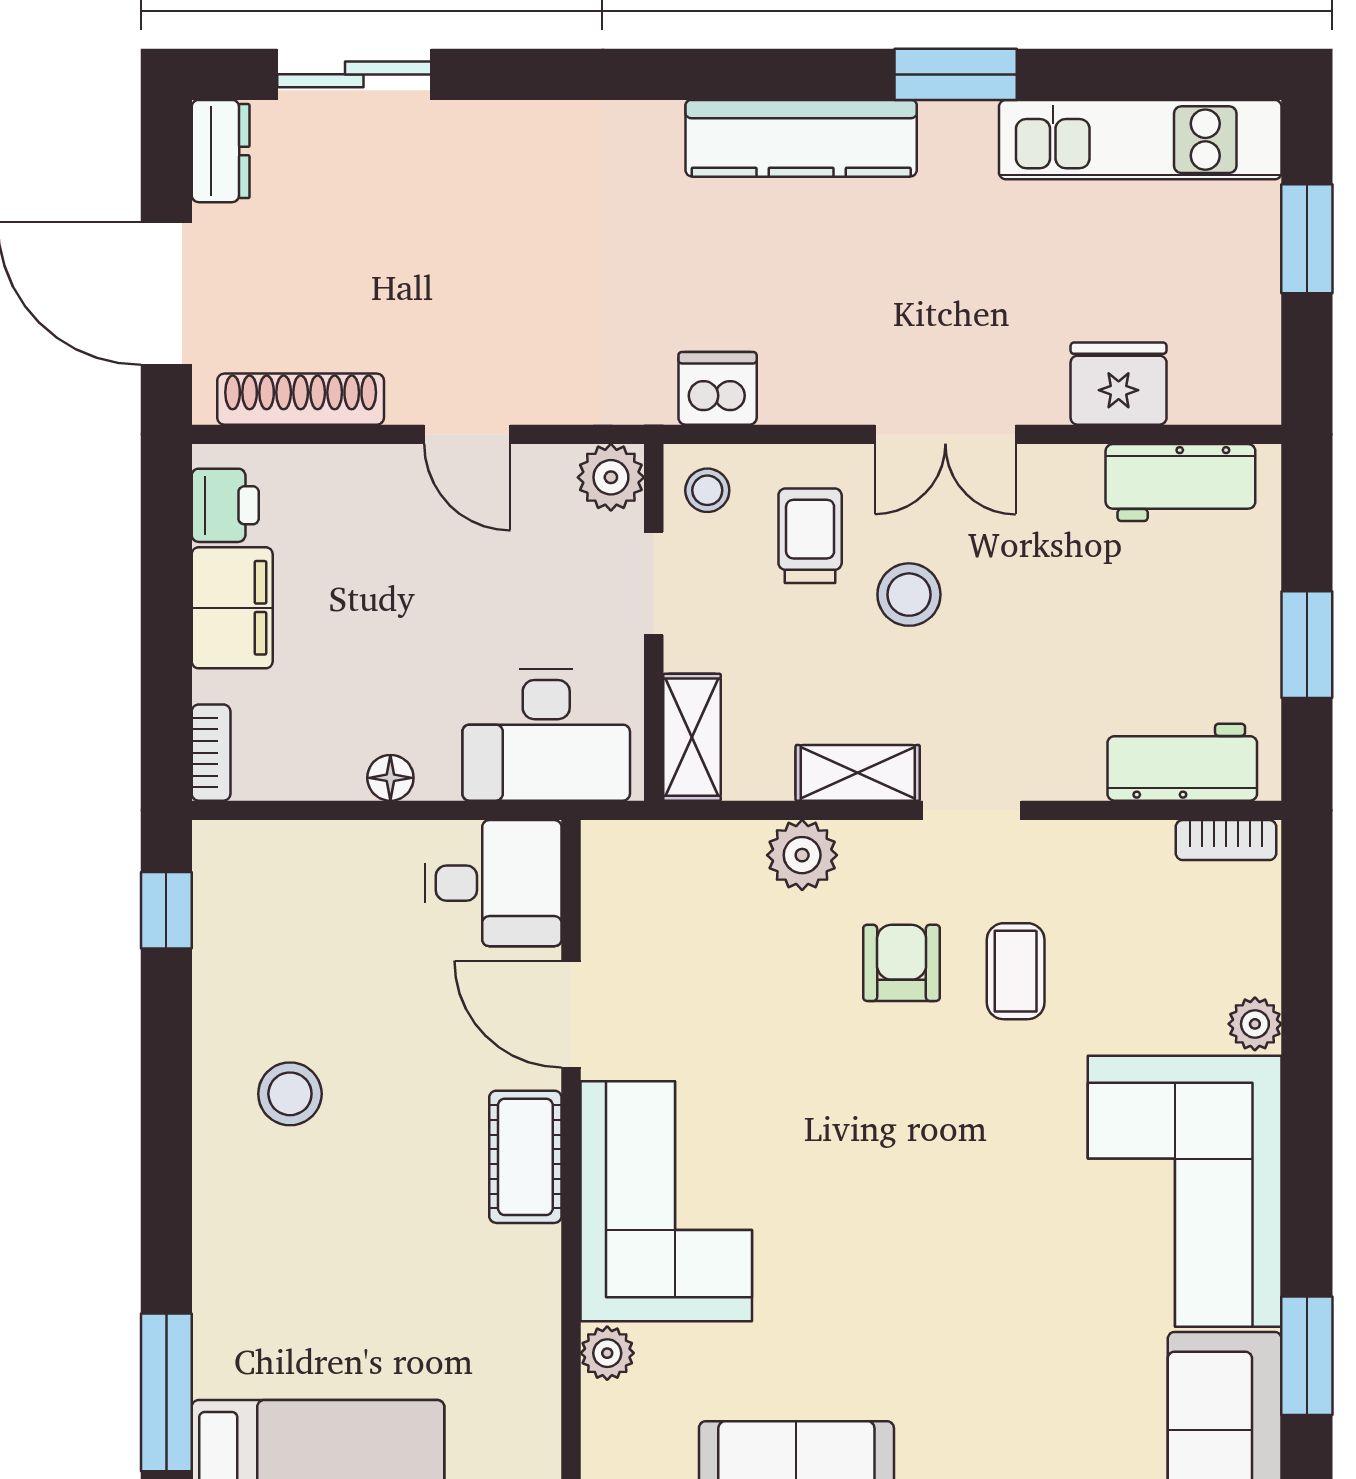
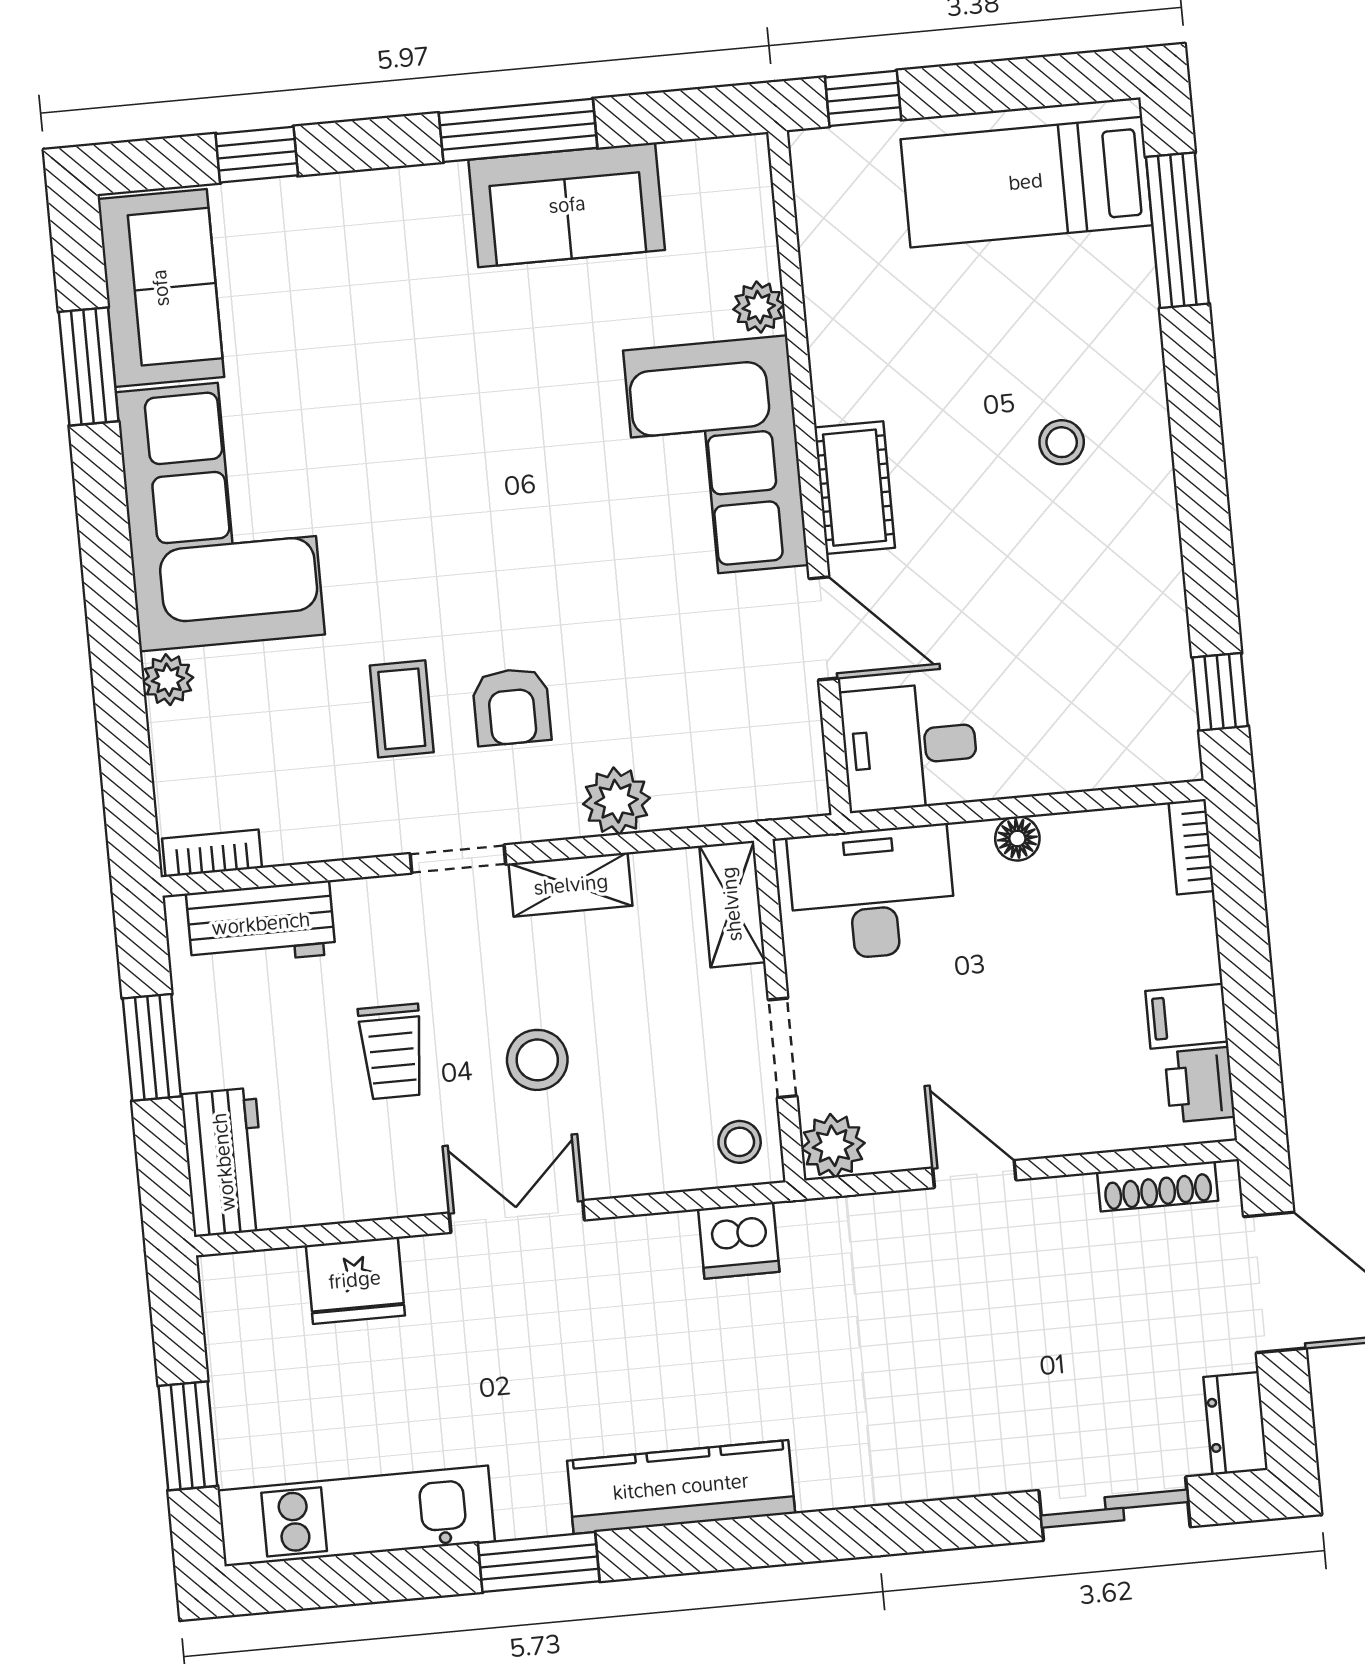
shoe rack: (301, 399) -> (1158, 1186), width x0.74, depth x0.81
workbench: (1180, 483) -> (224, 1162), moved, turned 90
trolley: (810, 536) -> (392, 1052), moved
filing cabinet: (232, 608) -> (1187, 1016), width x0.50
stool: (290, 1094) -> (1062, 442), moved, width x0.73, depth x0.73

